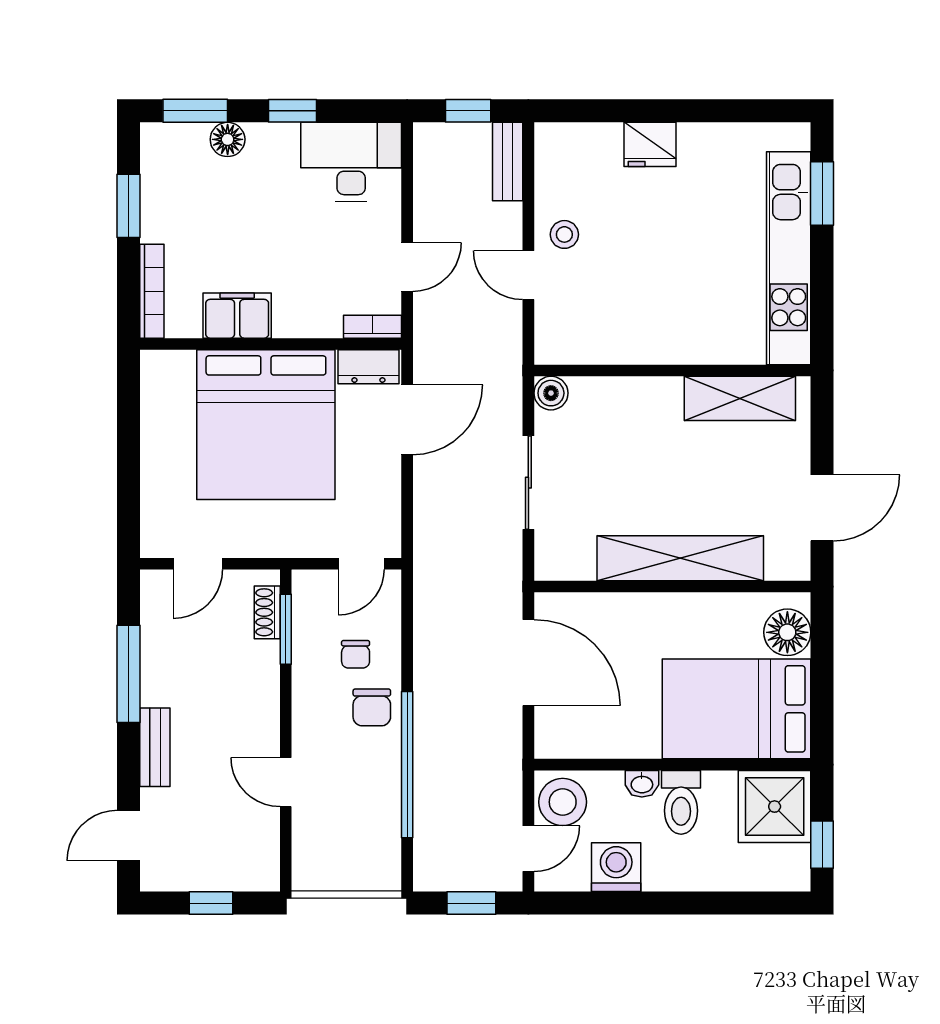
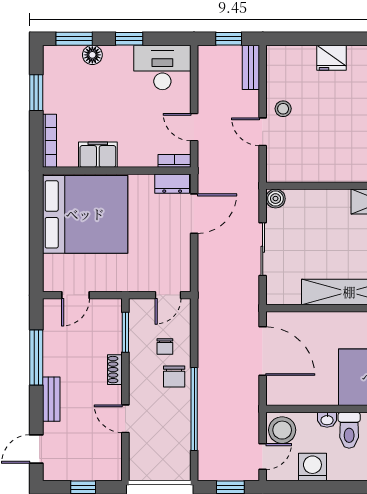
door: (407, 267) -> (194, 127), swing flipped
bed: (266, 425) -> (85, 214), moved, turned -90
shoe rack: (267, 612) -> (115, 370), moved

